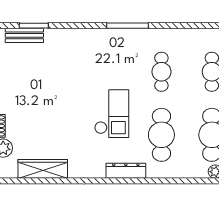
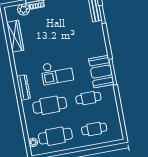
booth: (124, 44) -> (101, 72), added

